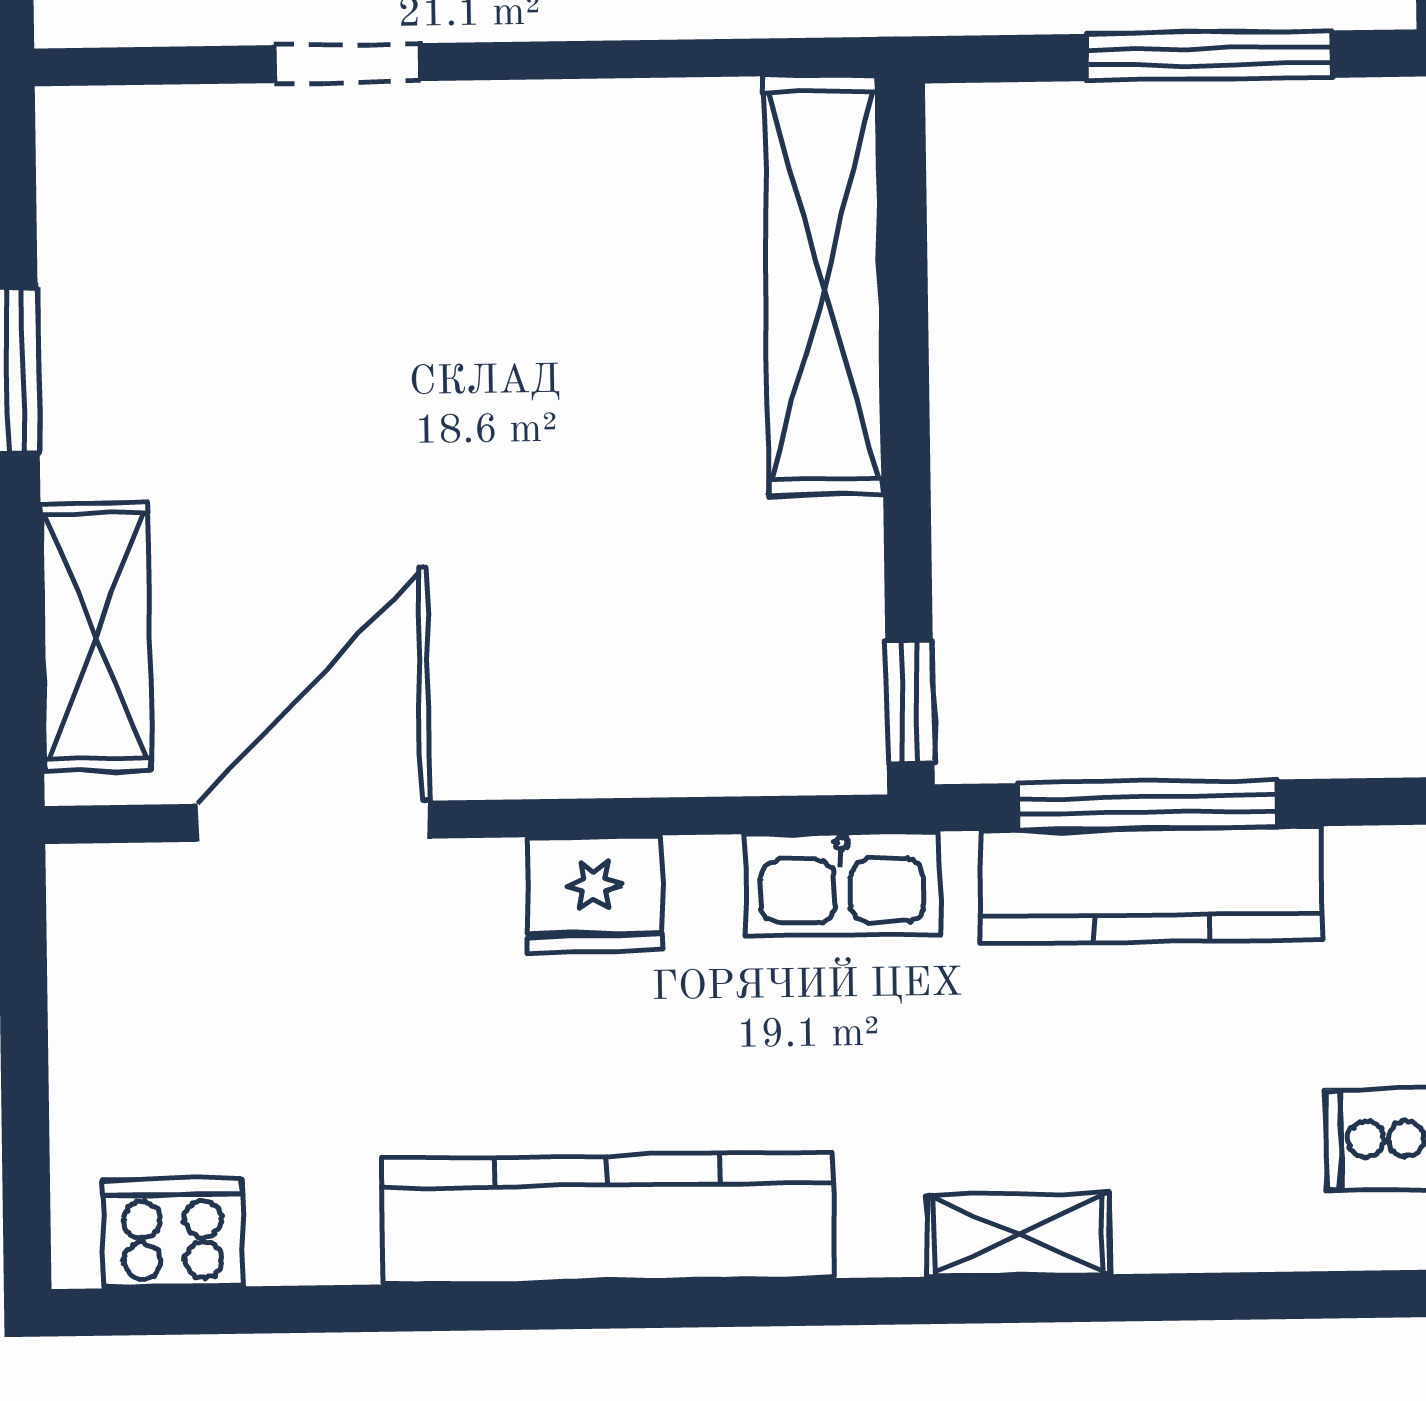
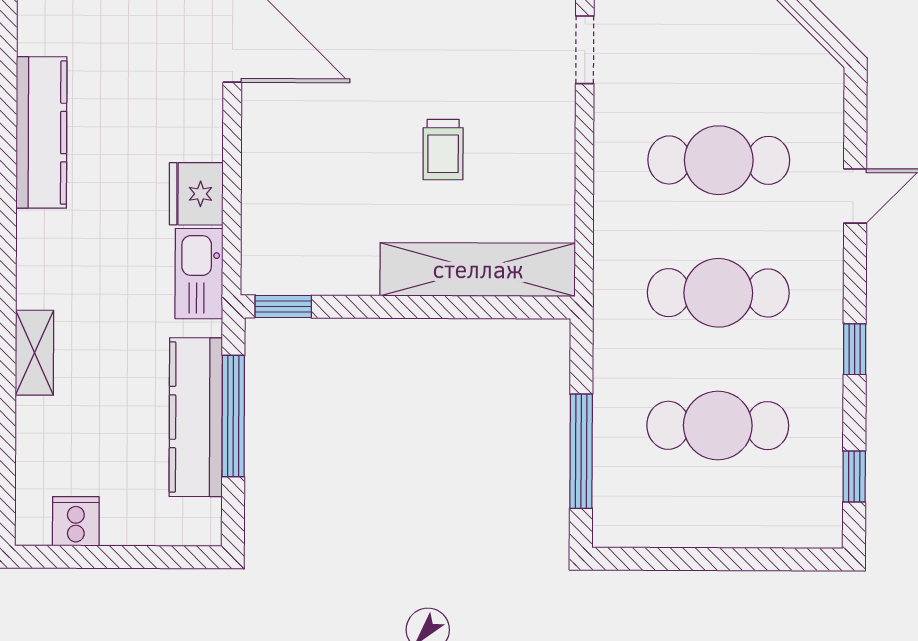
trolley: (566, 364) -> (443, 150), added
fridge: (595, 894) -> (196, 194), moved
kitchen counter: (608, 1218) -> (41, 132), width x0.72, depth x0.86

